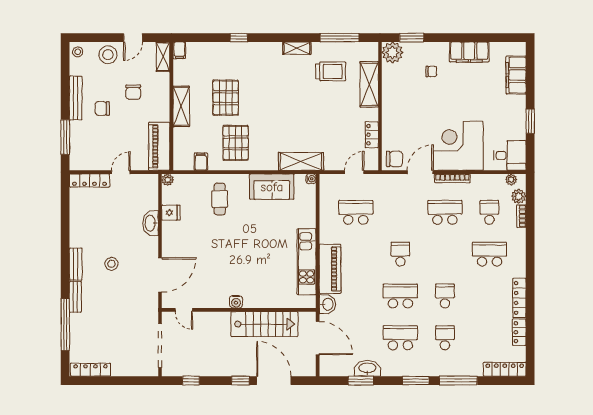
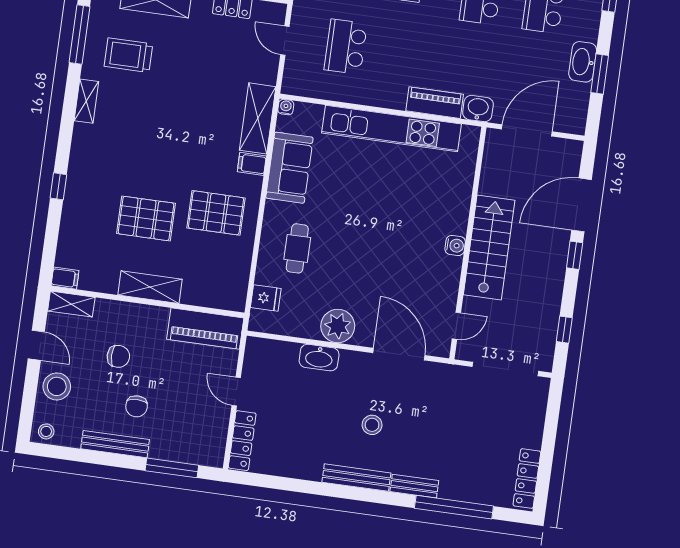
trolley: (331, 71) -> (128, 55), turned -90
filing cabinet: (201, 162) -> (252, 164), moved
plant: (168, 180) -> (338, 326), moved, width x1.87, depth x1.87
cafe table: (220, 199) -> (297, 248), turned 90
fridge: (171, 213) -> (266, 298), moved, turned 90
kitchen unit: (307, 262) -> (392, 129), width x1.36
bench: (76, 264) -> (356, 478), width x1.36
piano: (330, 269) -> (435, 103), width x0.73, depth x0.75
stairs: (264, 324) -> (489, 247), moved

